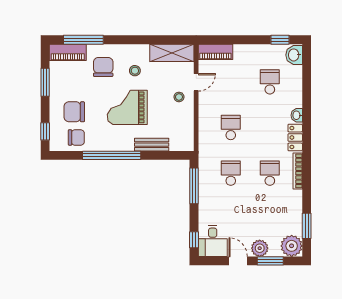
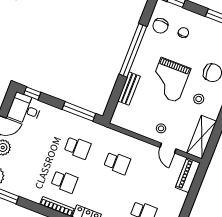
grand piano: (127, 107) -> (169, 80), turned 180
chair: (74, 112) -> (183, 33), width x0.54, depth x0.54

